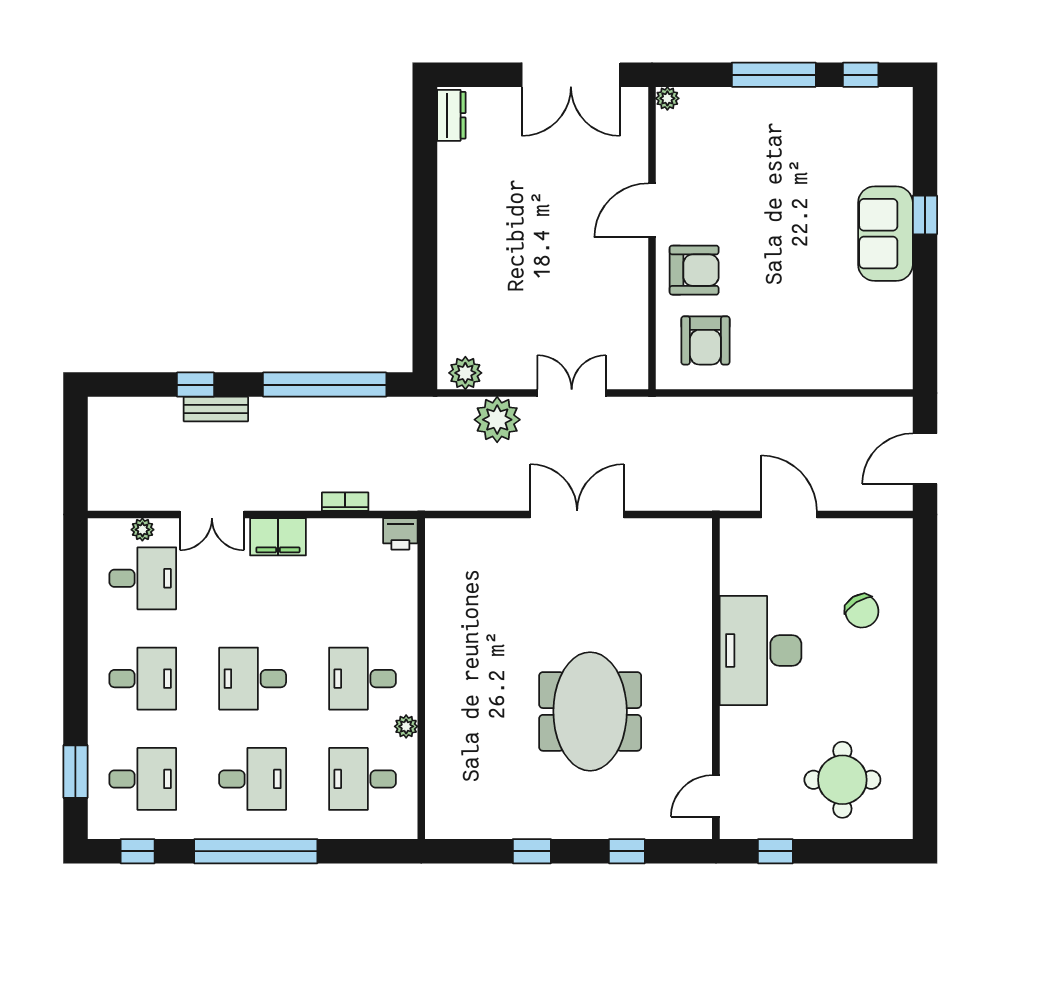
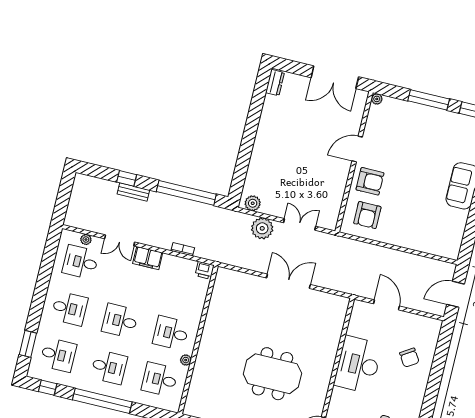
desk: (143, 578) -> (81, 262), turned 180
meeting table: (590, 711) -> (272, 374), turned 90

